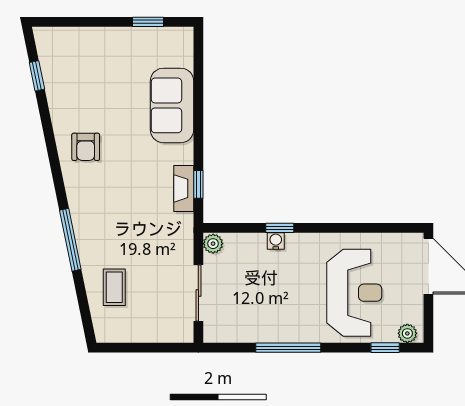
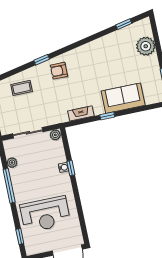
plant: (86, 44) -> (146, 46), added
armchair: (86, 147) -> (59, 71), moved
window: (198, 184) -> (107, 116), moved
window: (70, 240) -> (42, 60), width x0.46
plant: (407, 333) -> (12, 163), moved

